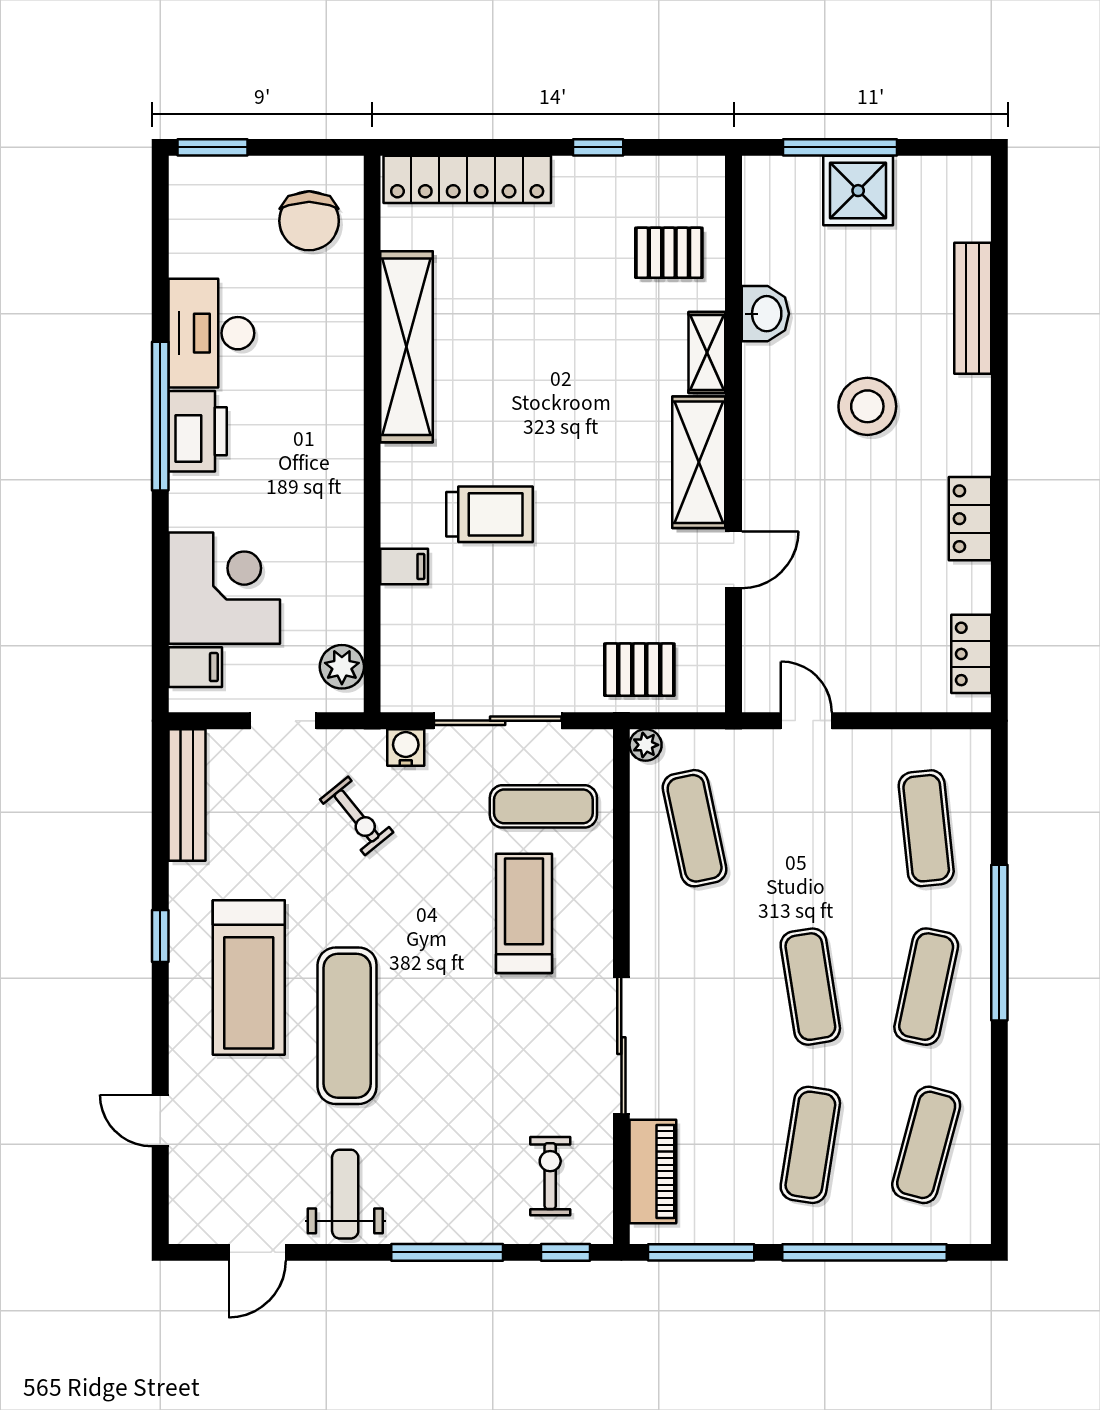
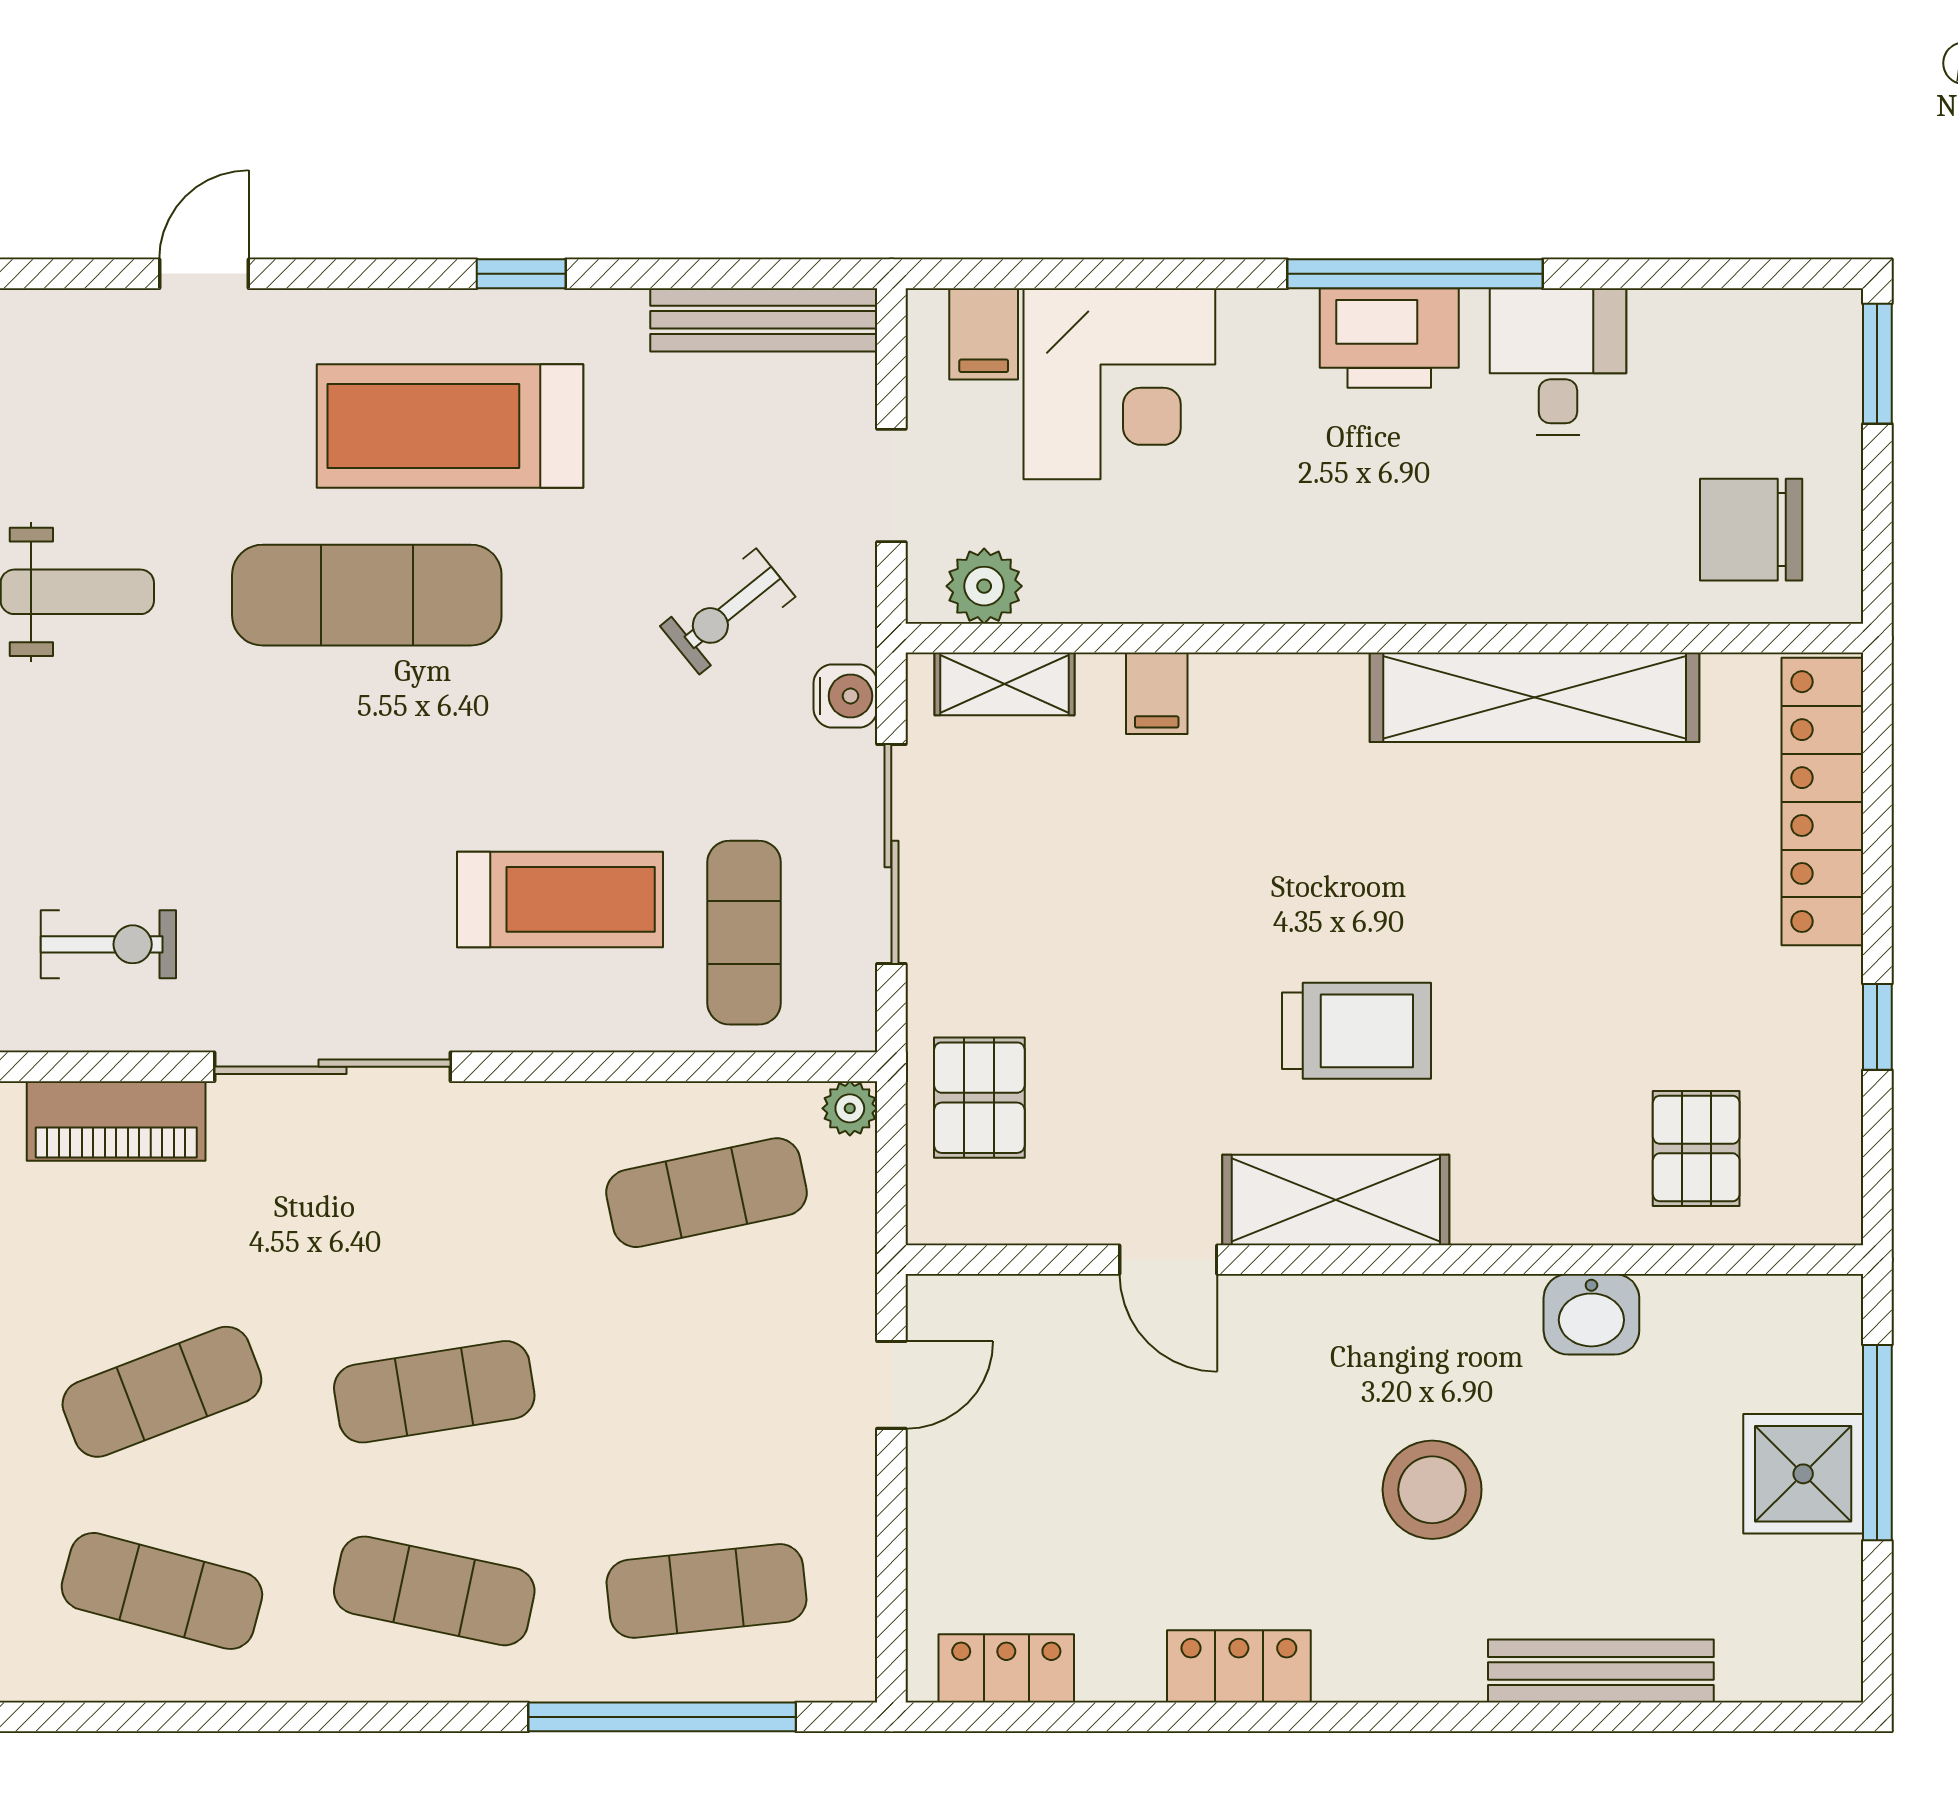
desk: (211, 333) -> (1558, 362), width x0.73
shelving: (707, 352) -> (1004, 684), moved
trolley: (490, 514) -> (1356, 1031), moved, turned -90
window: (999, 943) -> (662, 1717), moved
exercise mat: (810, 1145) -> (162, 1392), turned -30

